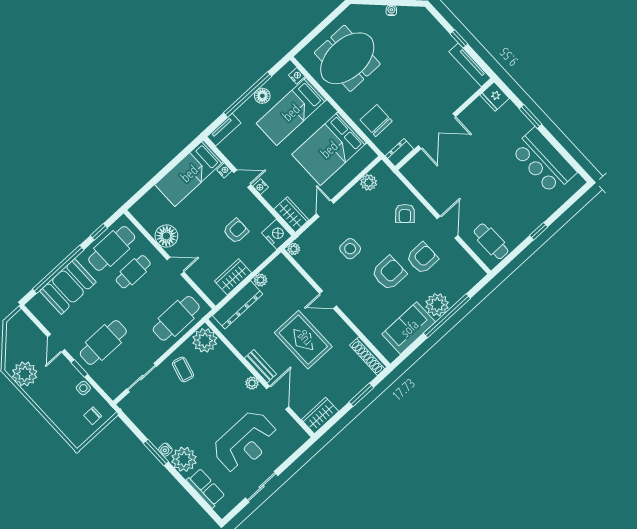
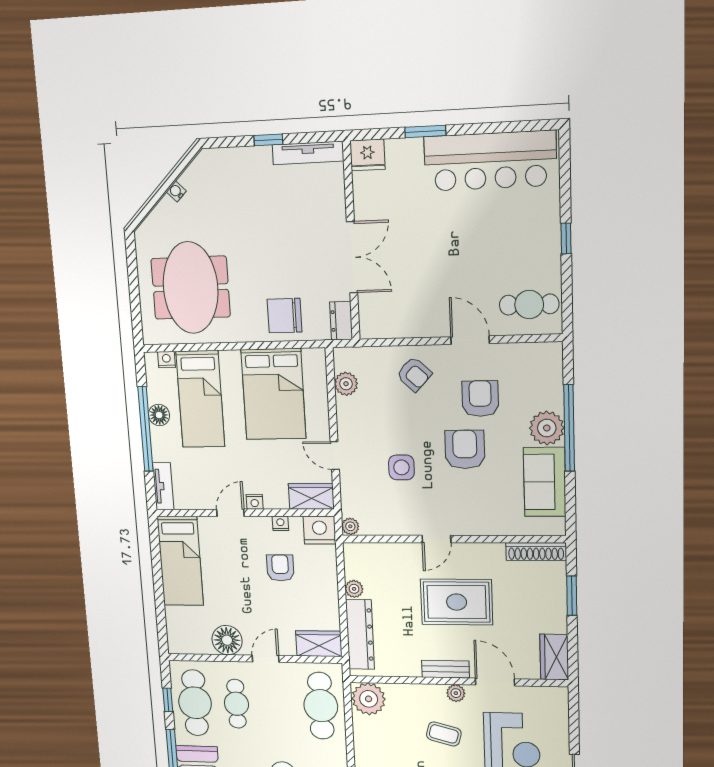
bar counter: (544, 161) -> (490, 161), width x1.36
nightstand: (224, 170) -> (280, 523), moved
wardrobe: (233, 277) -> (319, 644), moved, turned 90
coffee table: (183, 369) -> (444, 734), moved

